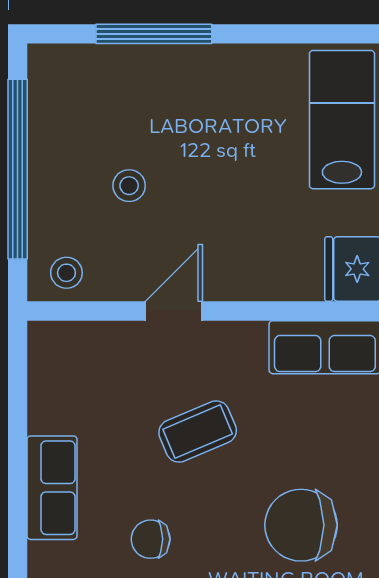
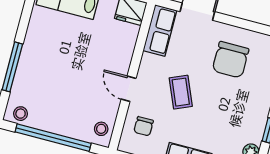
stool: (129, 186) -> (21, 114), moved
chair: (151, 539) -> (144, 126), moved

